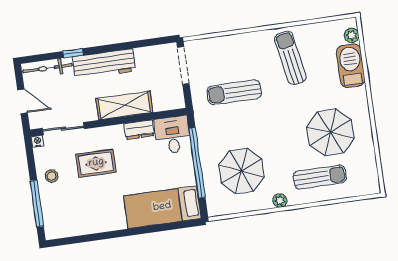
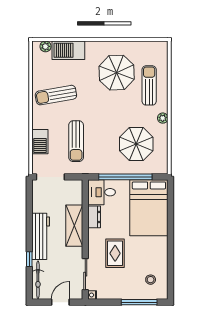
barbecue: (227, 46) -> (40, 142), added
stool: (51, 176) -> (151, 280), moved
bed: (162, 207) -> (149, 208), width x1.50

